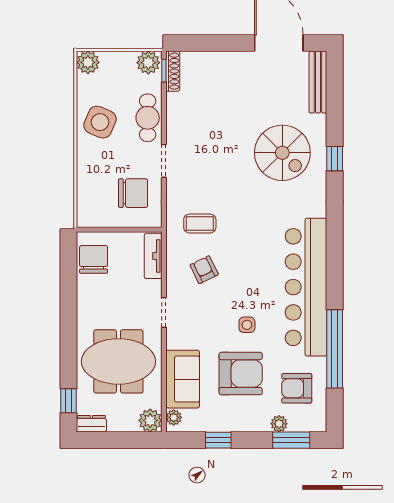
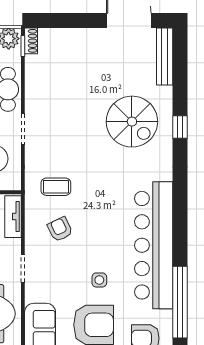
shoe rack: (173, 71) -> (31, 41), width x0.70

